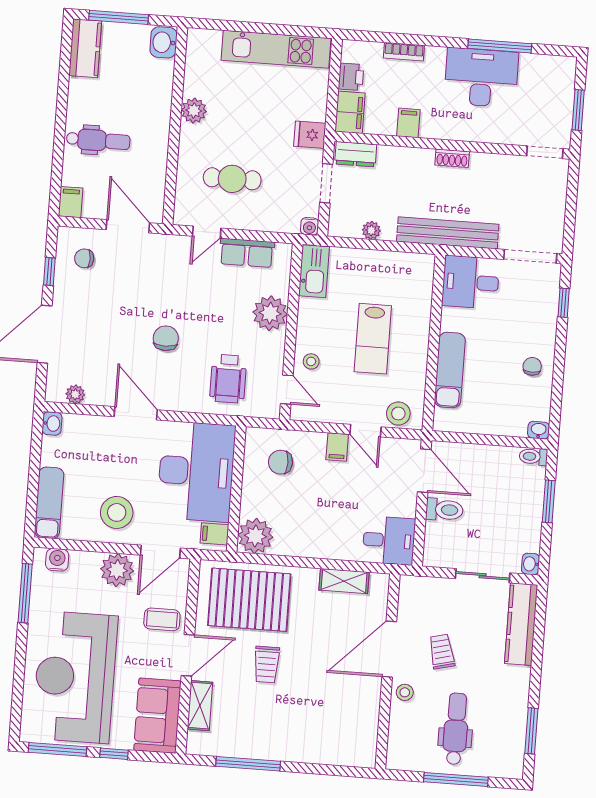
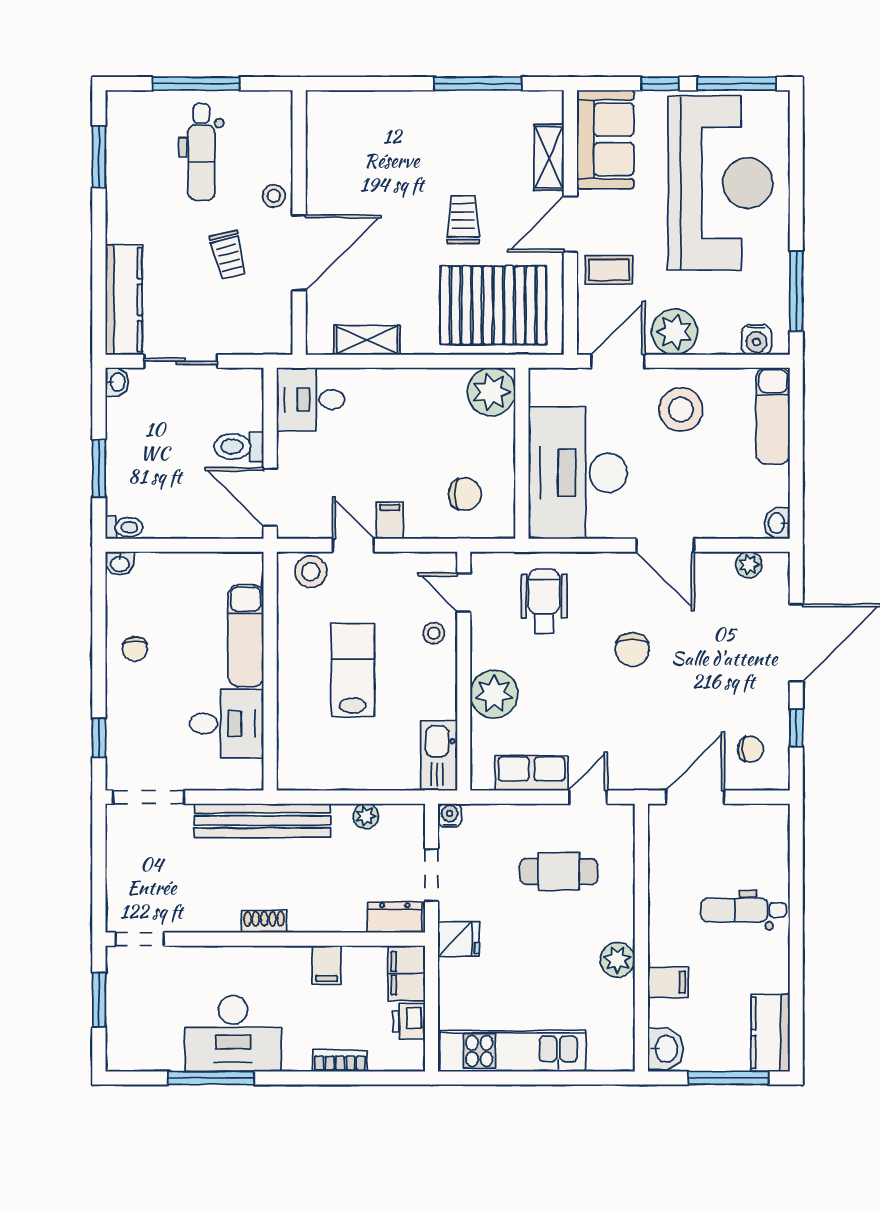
filing cabinet: (71, 202) -> (668, 982), moved, turned -90
door: (128, 226) -> (695, 797), swing flipped
desk: (471, 282) -> (226, 724), moved
filing cabinet: (214, 534) -> (547, 391), removed

